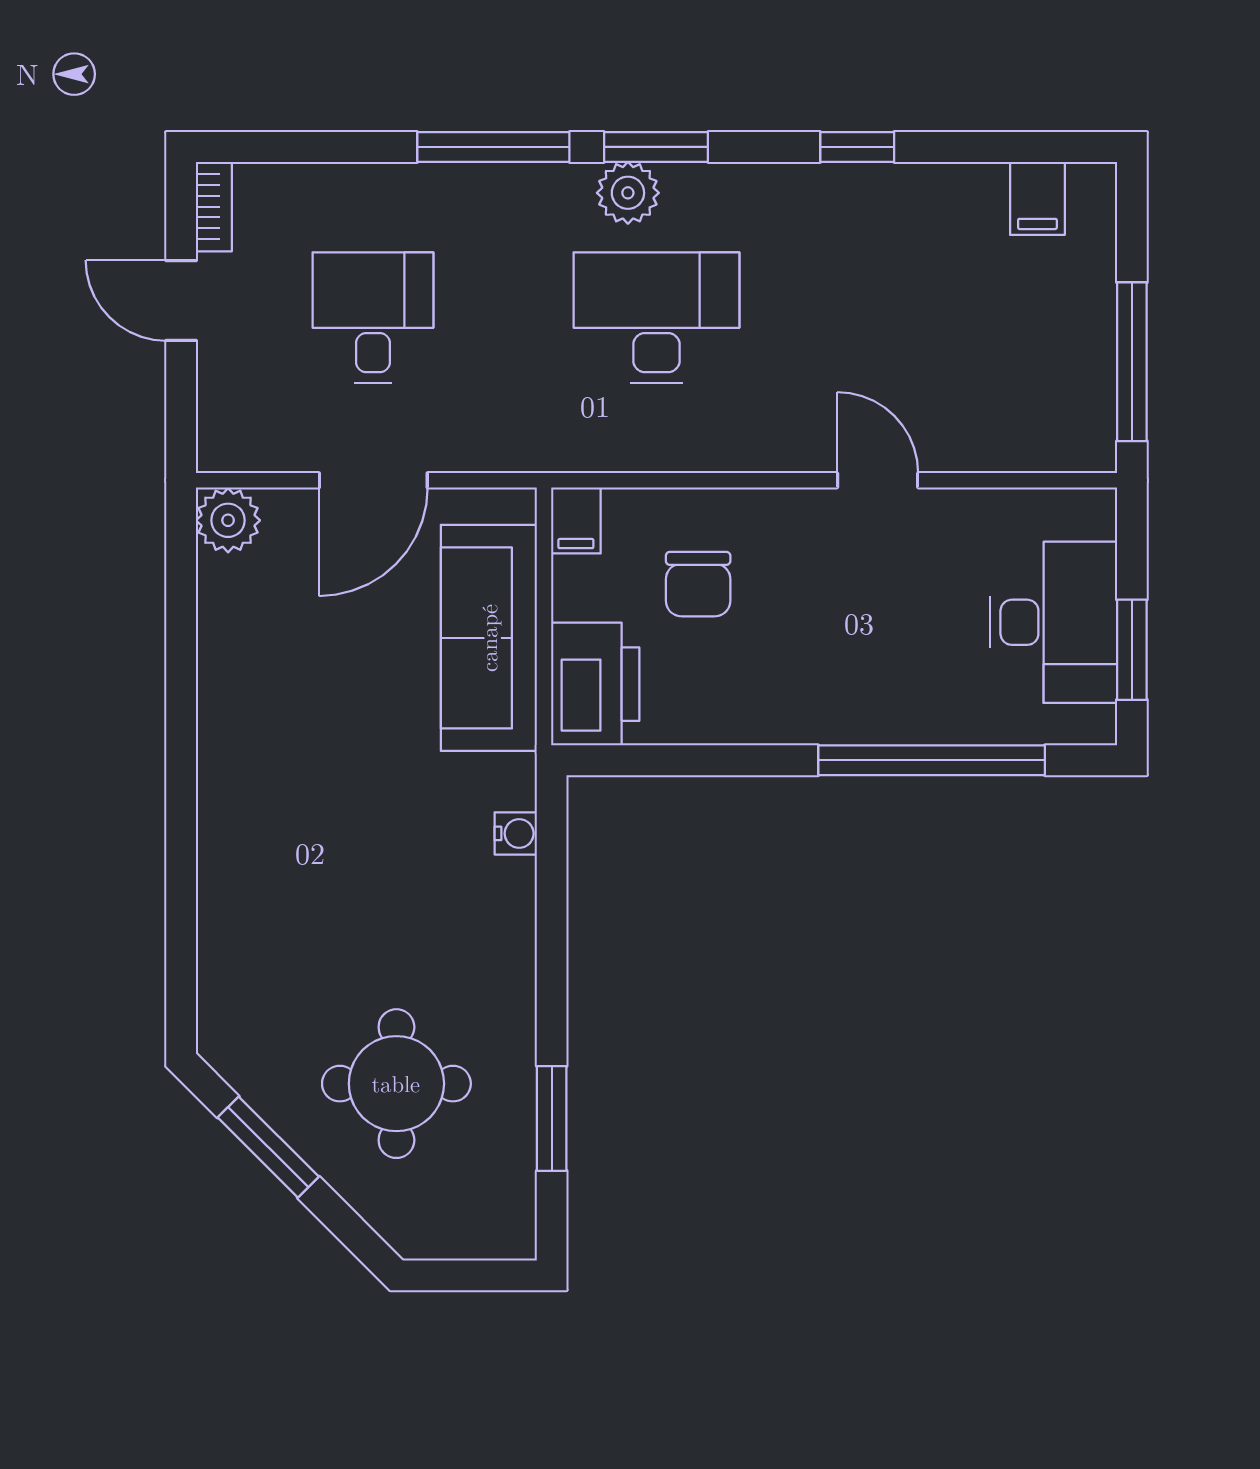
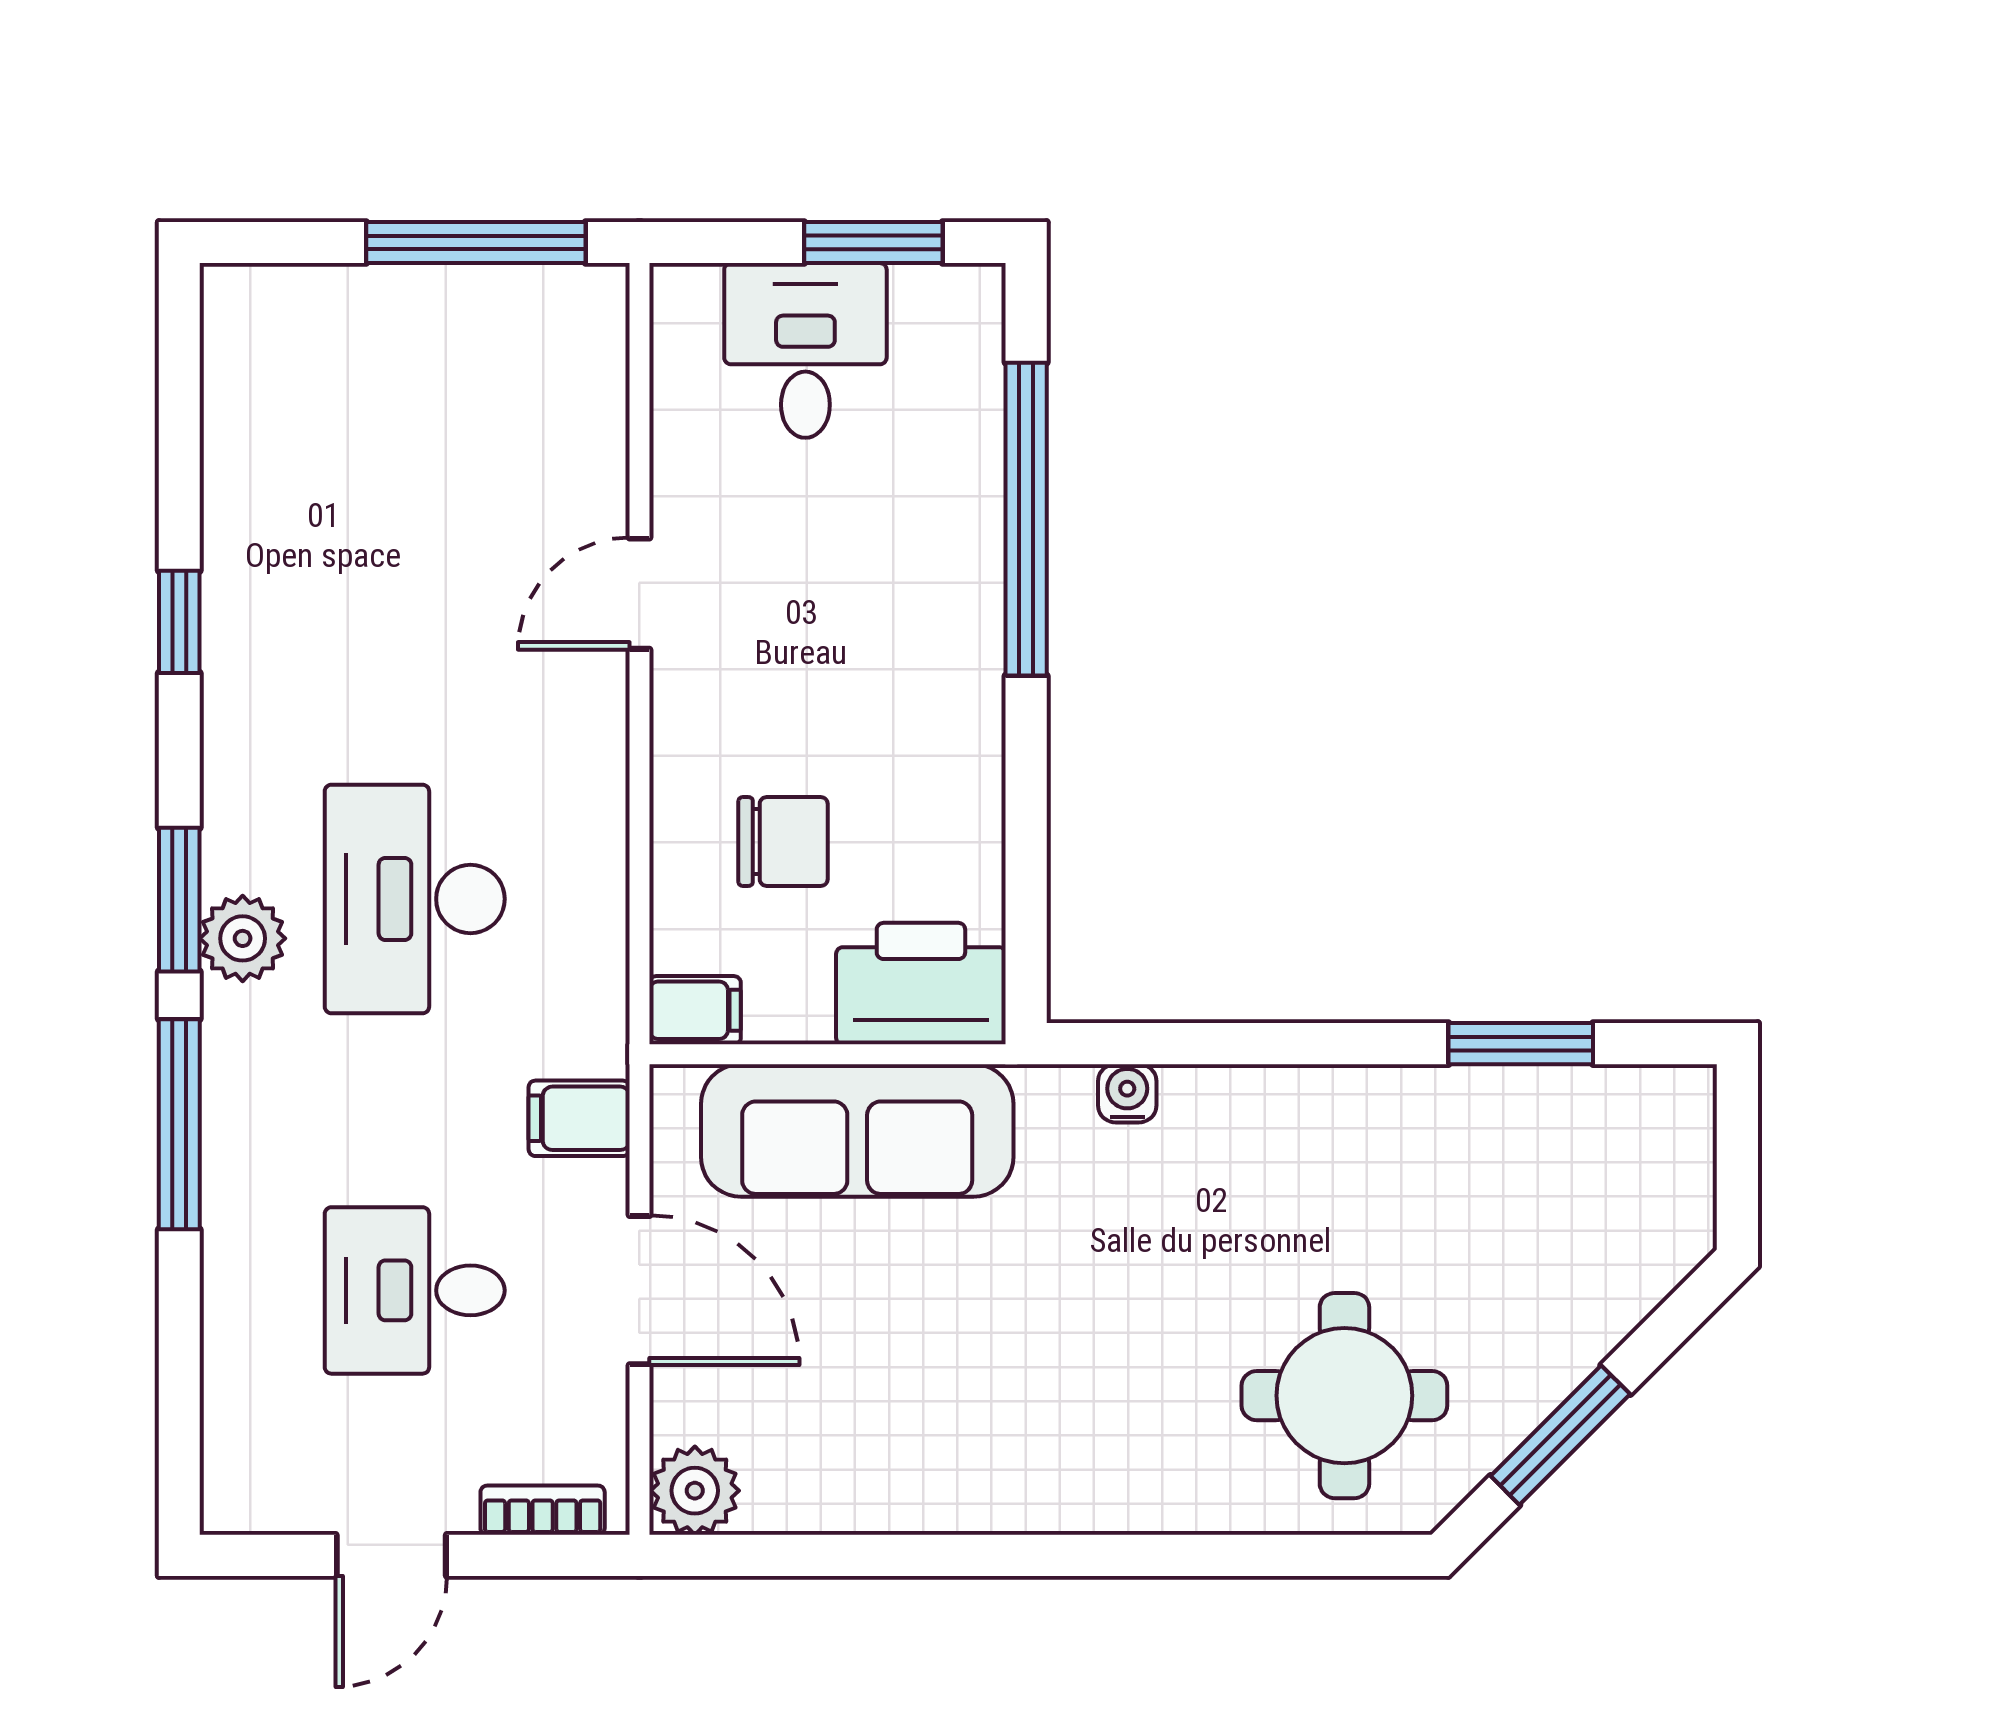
filing cabinet: (1037, 198) -> (579, 1118), moved, turned 180
bookcase: (214, 207) -> (543, 1510), moved
desk: (1054, 622) -> (805, 350), width x0.73
round table: (396, 1084) -> (1344, 1396), moved

